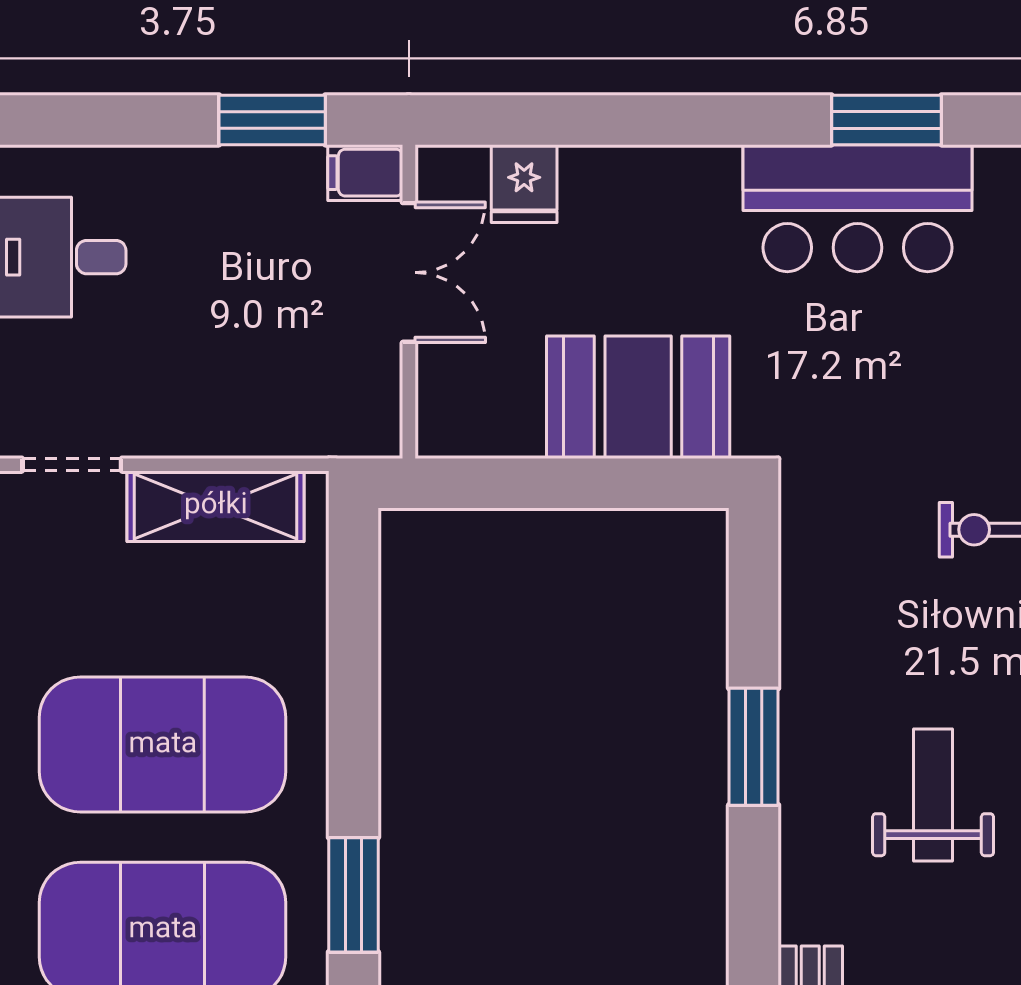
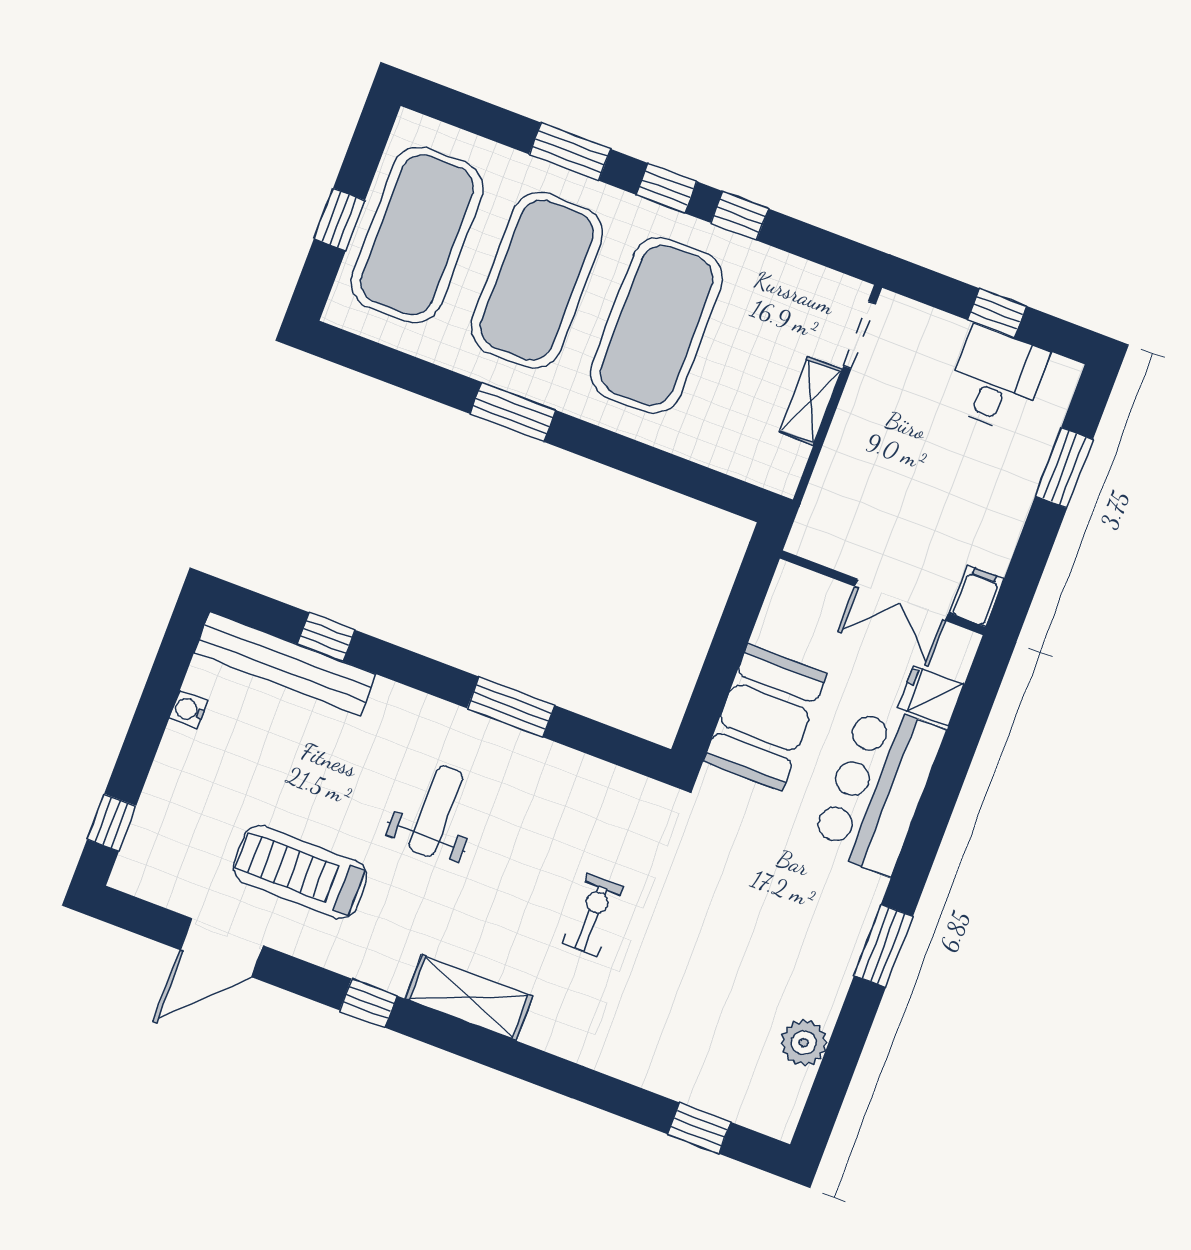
window: (272, 120) -> (1064, 468), moved
bar counter: (857, 208) -> (878, 788), moved
shelving: (216, 506) -> (811, 401), width x0.67, depth x0.75
weight bench: (933, 795) -> (436, 811), turned -90

